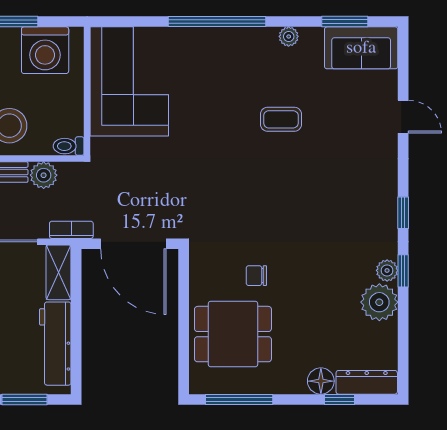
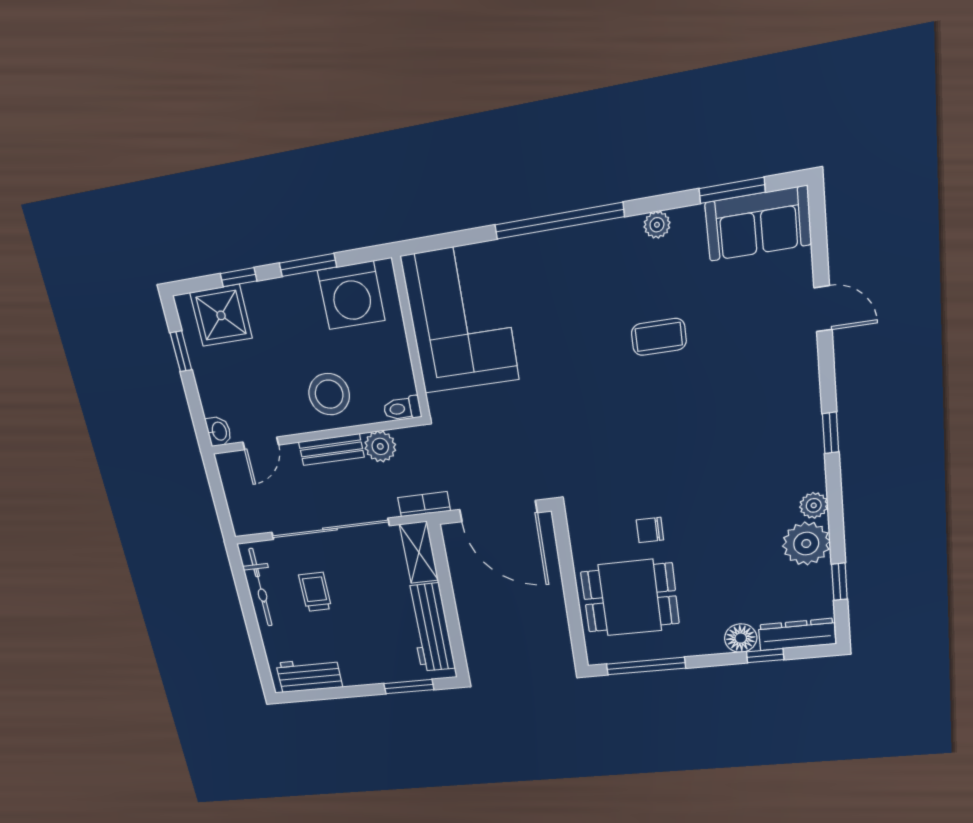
window: (403, 271) -> (839, 582), moved

